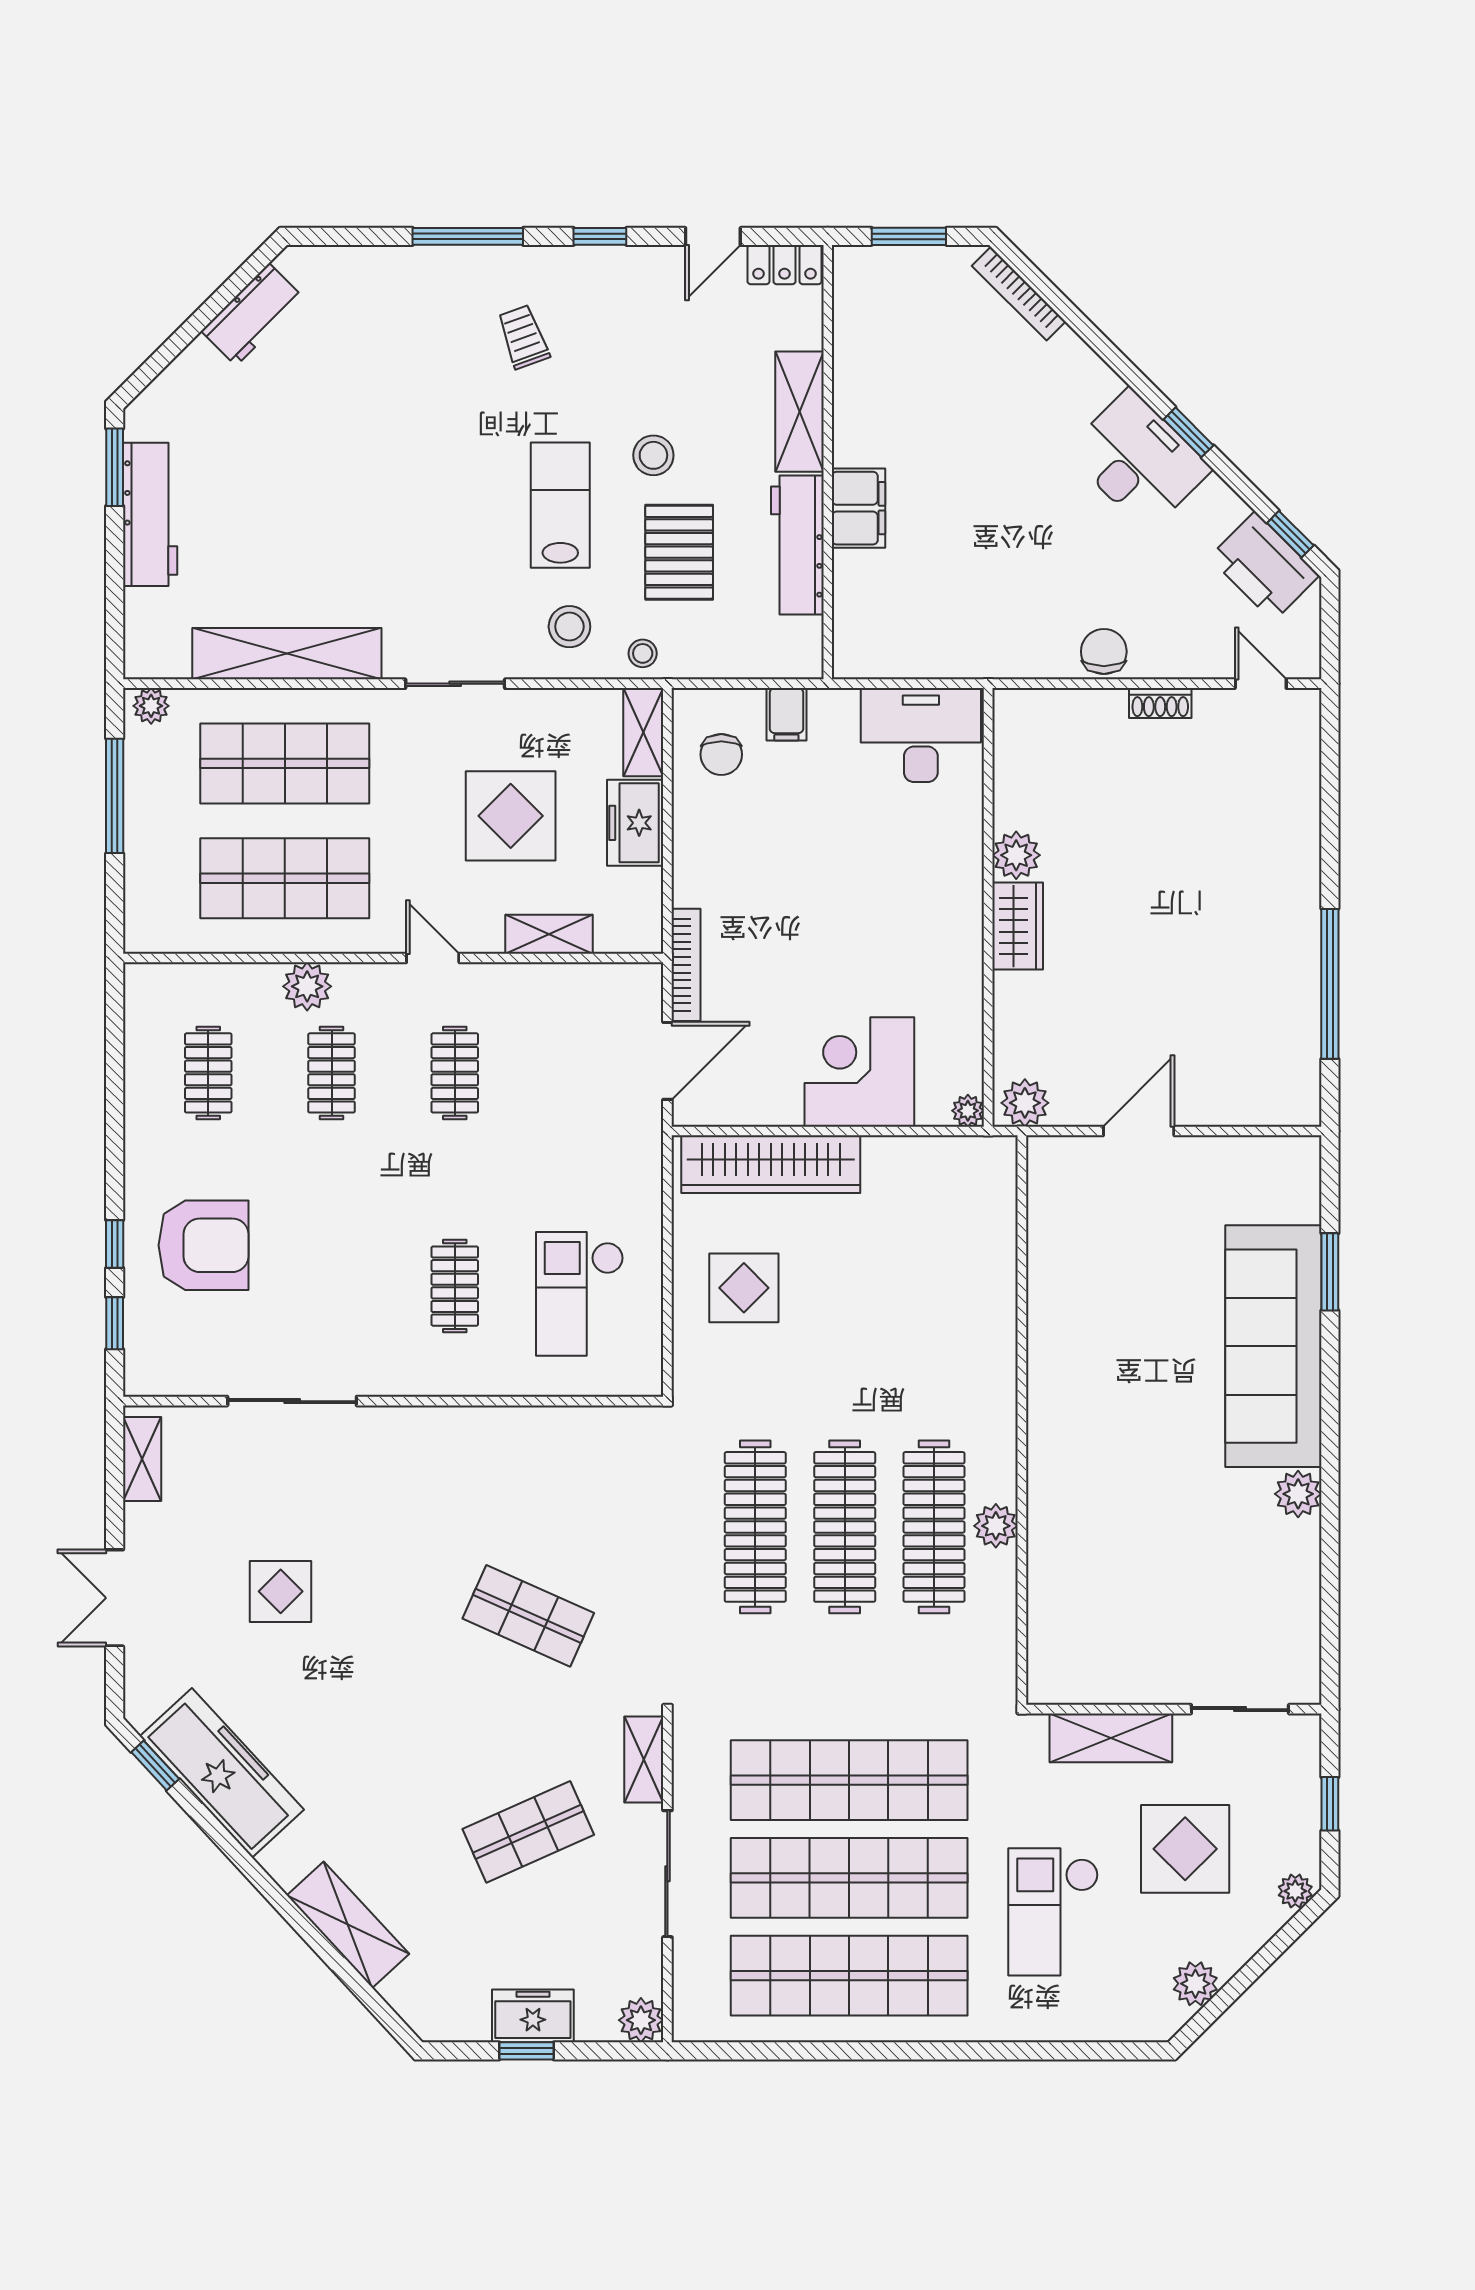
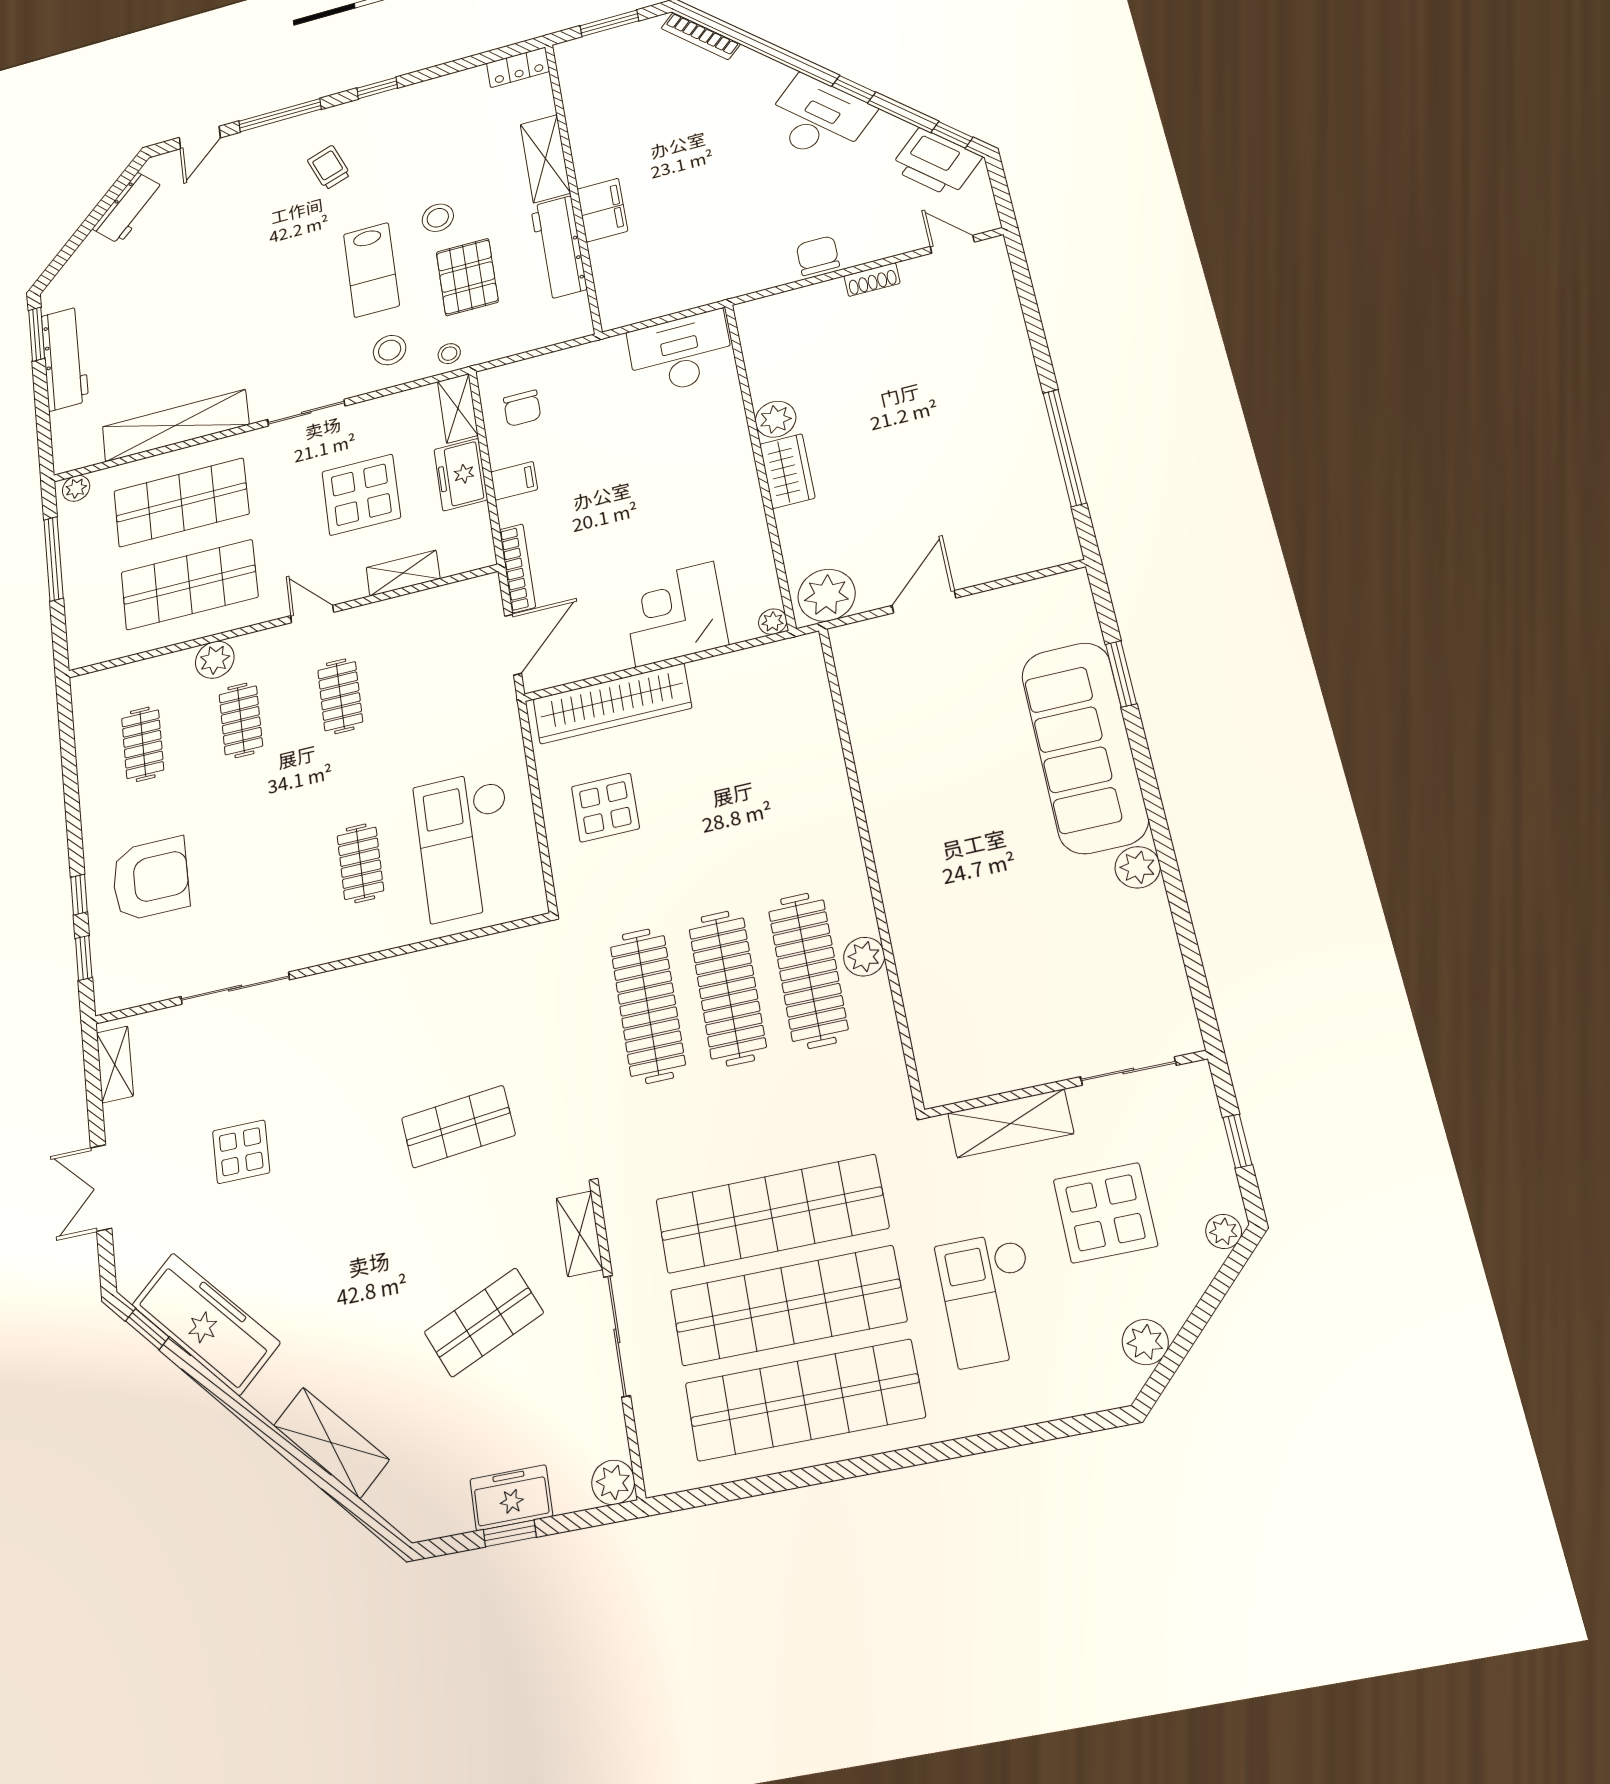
door: (713, 236) -> (200, 138), moved
lab bench: (560, 505) -> (371, 270), turned 180
filing cabinet: (786, 714) -> (514, 481), moved, turned -90
plant: (1025, 1103) -> (827, 595), width x1.36, depth x1.36
checkout: (580, 1294) -> (466, 845), width x1.36, depth x1.21
shop shelf: (528, 1616) -> (458, 1127), turned -30

